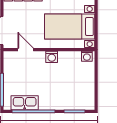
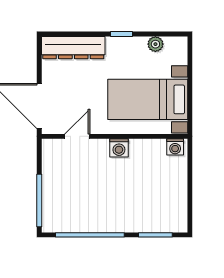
door: (26, 50) -> (77, 136), hinge flipped
kitchen sink: (25, 103) -> (76, 221), removed

